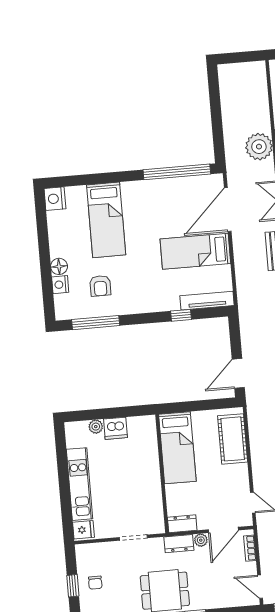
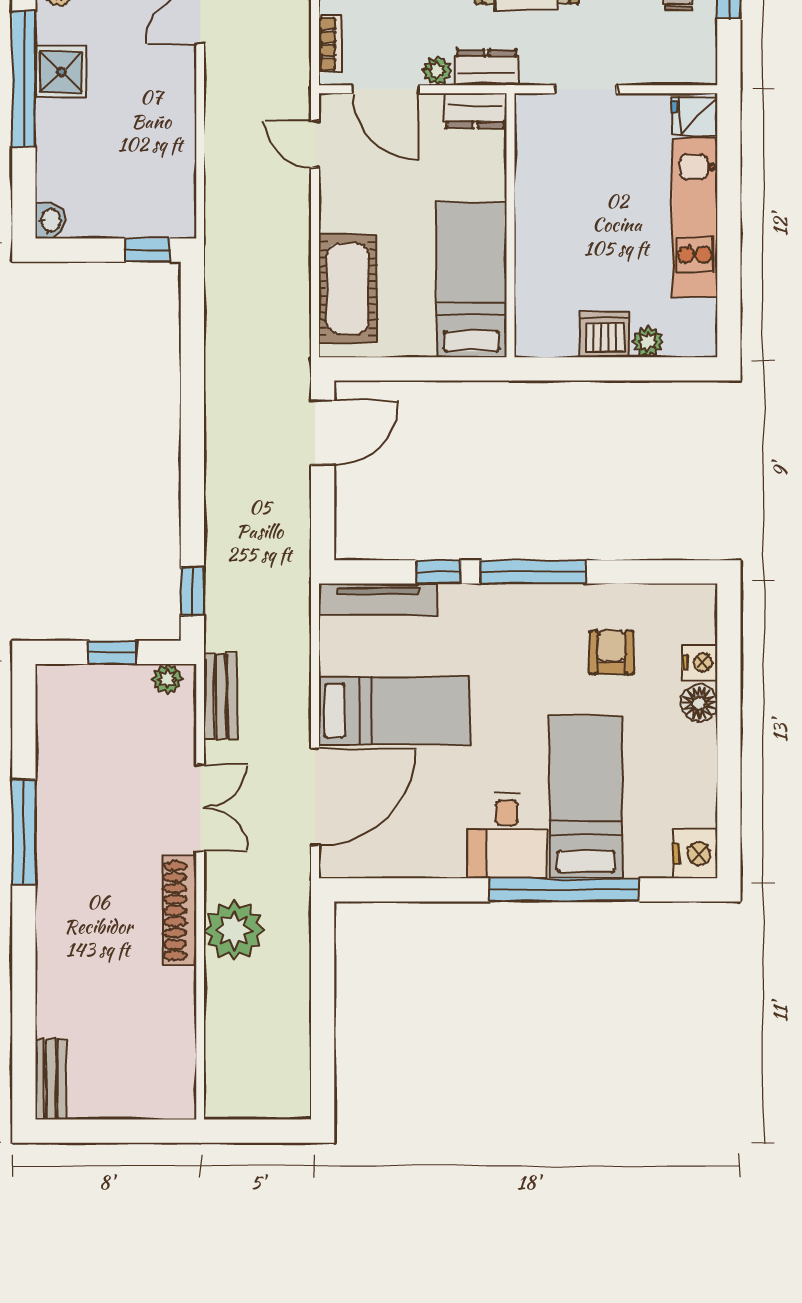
window: (177, 172) -> (564, 890), moved
desk: (140, 199) -> (507, 836), added
window: (96, 323) -> (533, 572), moved
door: (223, 530) -> (386, 89), swing flipped

